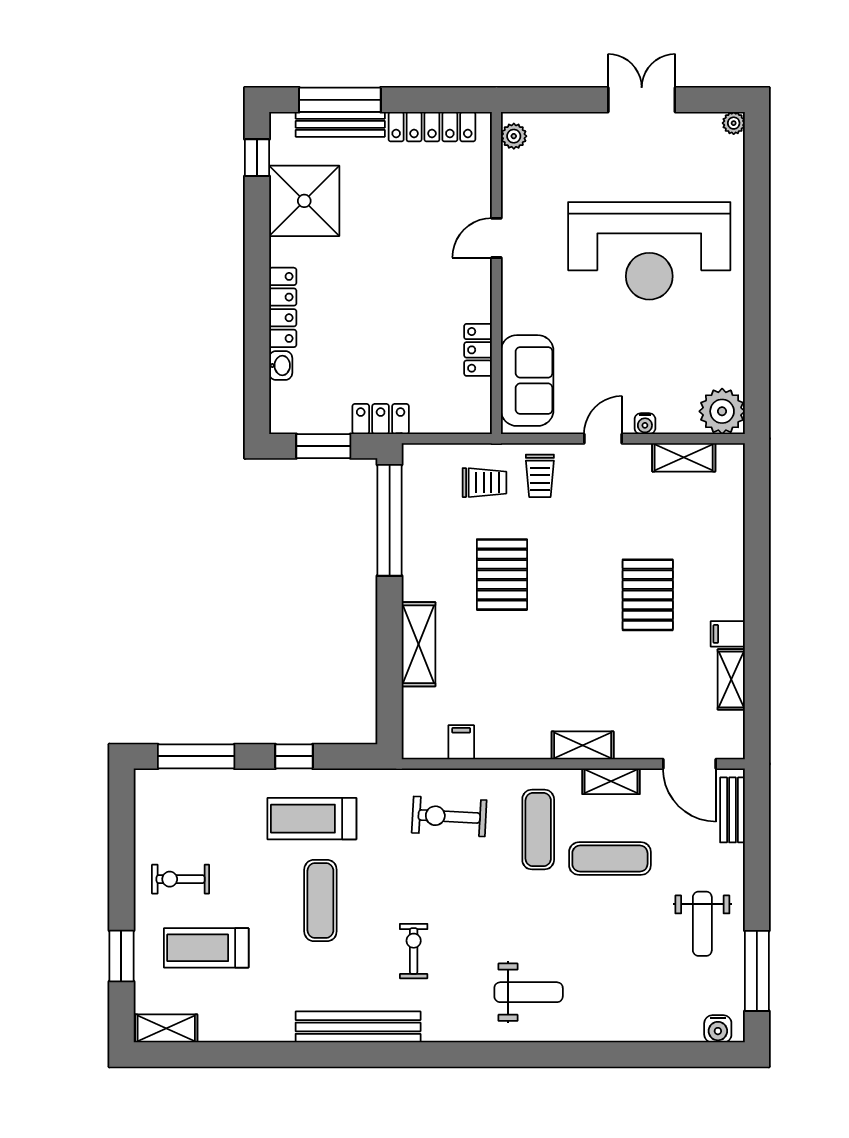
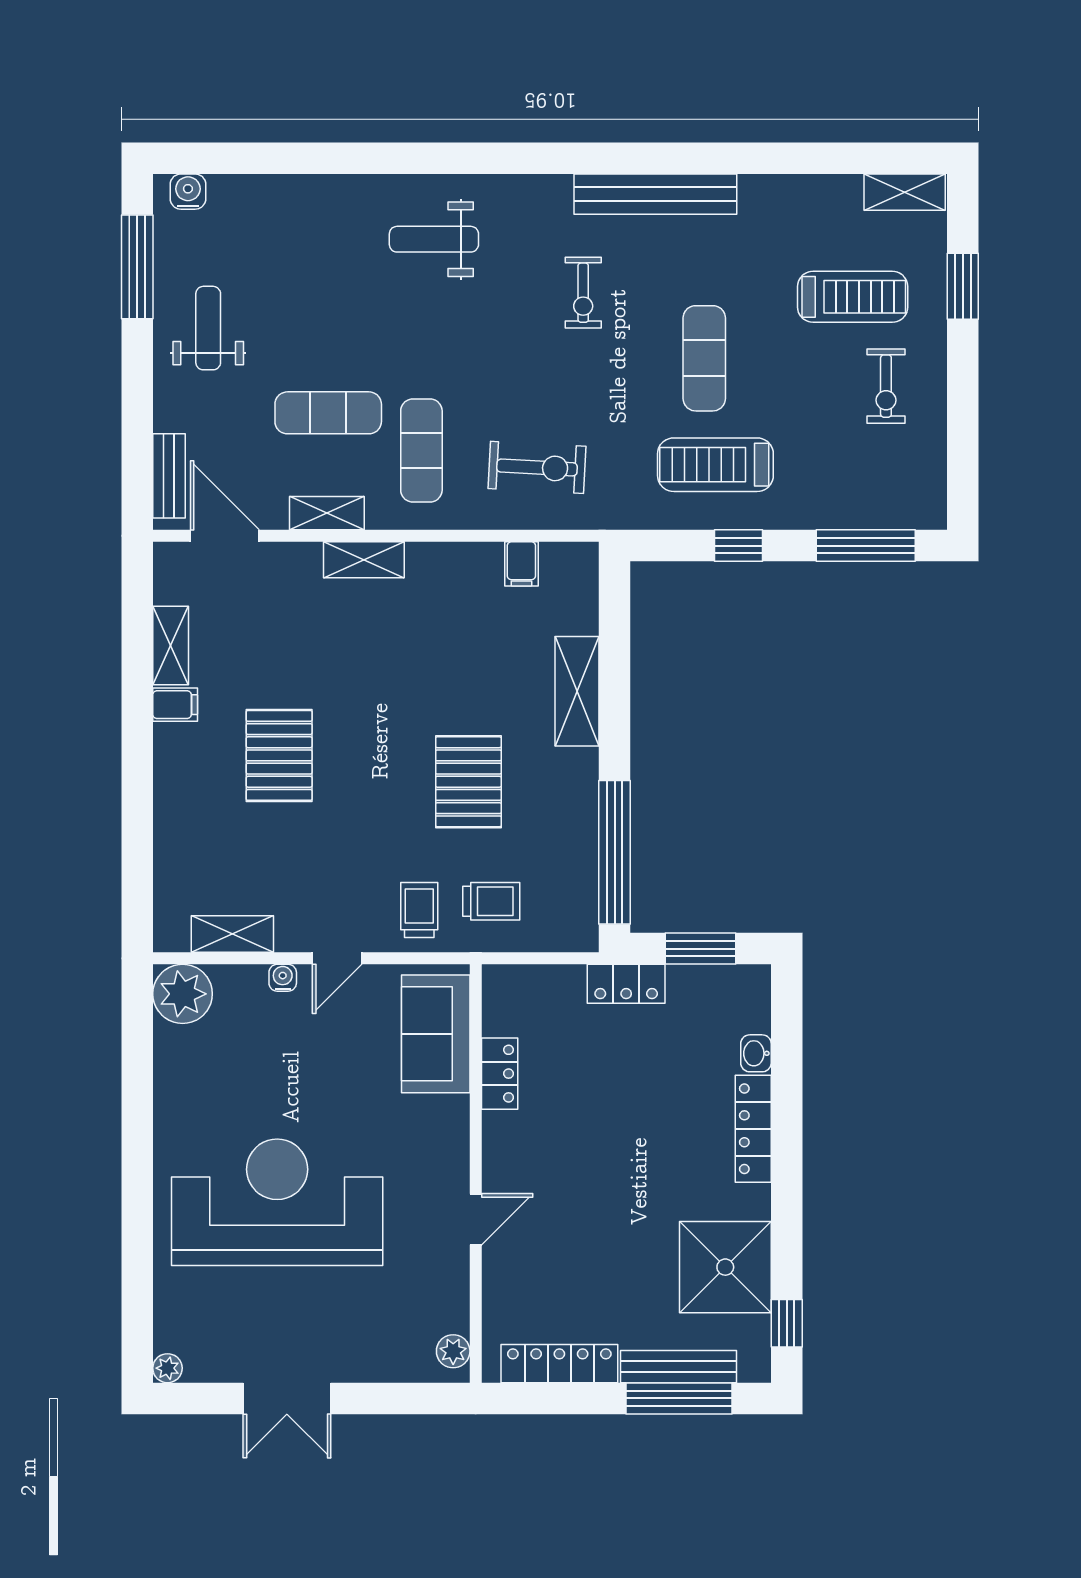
trolley: (484, 483) -> (491, 901), turned 180
treadmill: (312, 819) -> (715, 465), turned 180
exercise bike: (181, 879) -> (886, 386), turned 90

